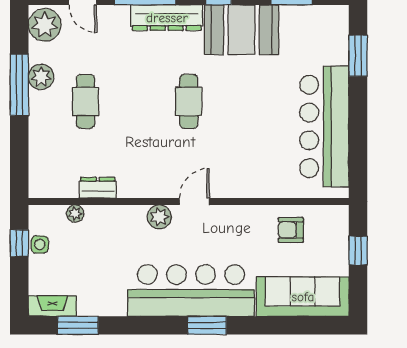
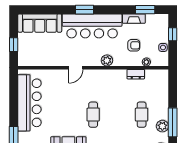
door: (194, 201) -> (76, 68), moved
armchair: (291, 230) -> (134, 45), moved
window: (19, 243) -> (173, 34), moved
fireplace: (52, 306) -> (134, 19), moved

